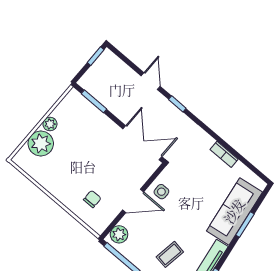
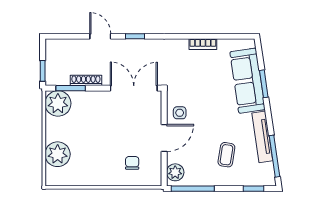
window: (96, 56) -> (43, 71), moved
shoe rack: (111, 106) -> (86, 80), added
plant: (50, 124) -> (58, 103), moved, width x1.87, depth x1.87

